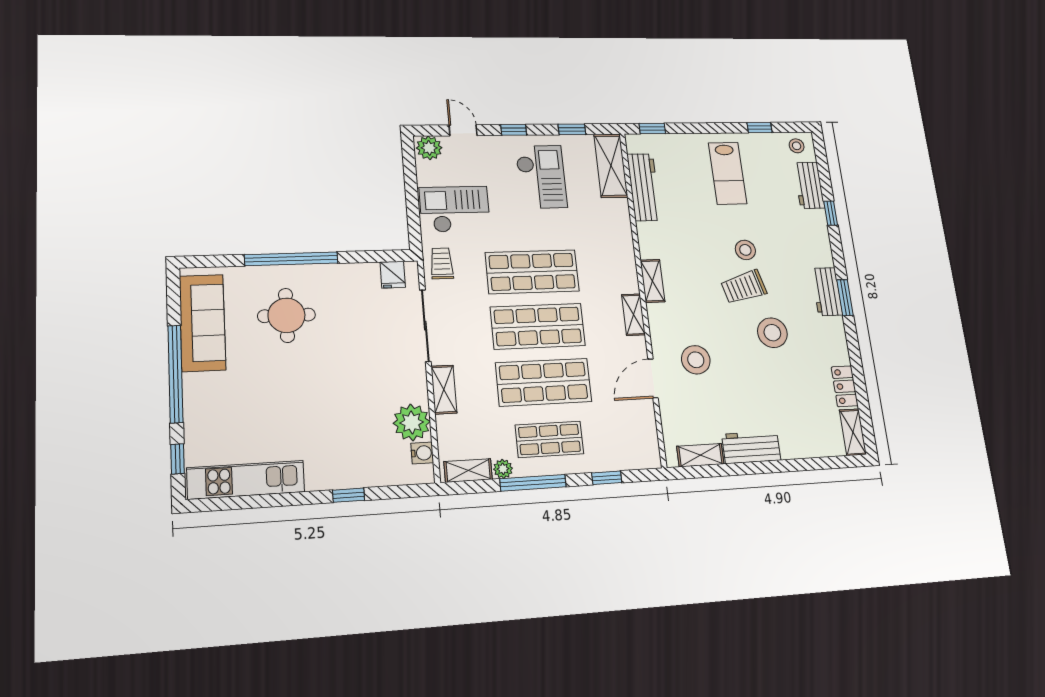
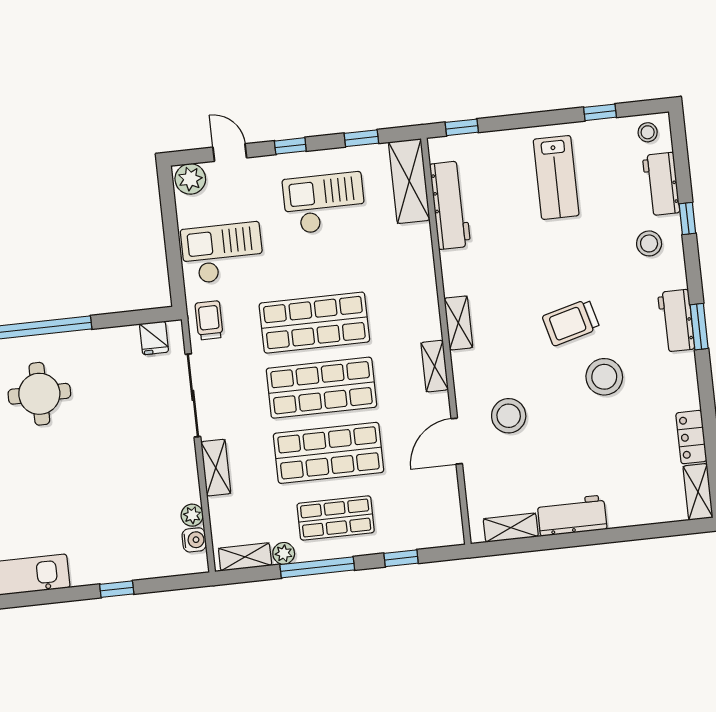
checkout: (541, 177) -> (324, 203), turned -90
stool: (745, 250) -> (649, 243), moved
plant: (412, 422) -> (192, 515), width x0.53, depth x0.53

